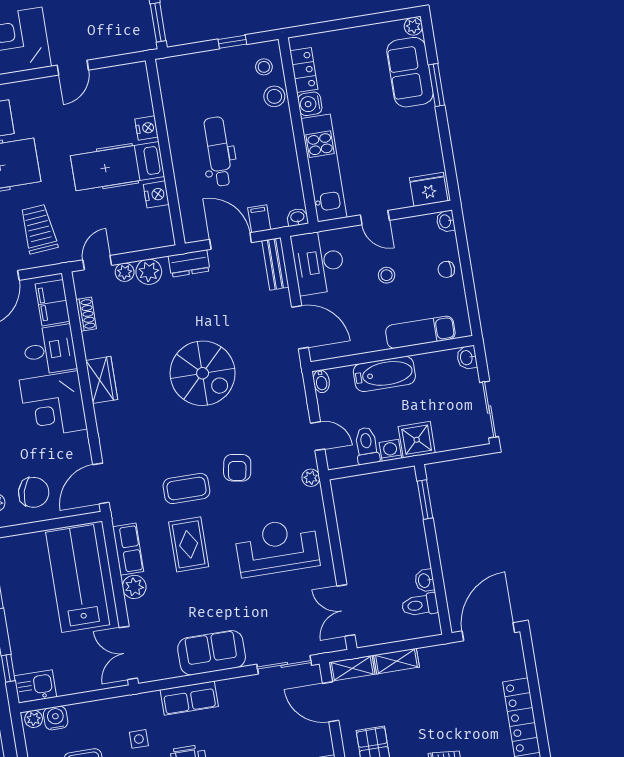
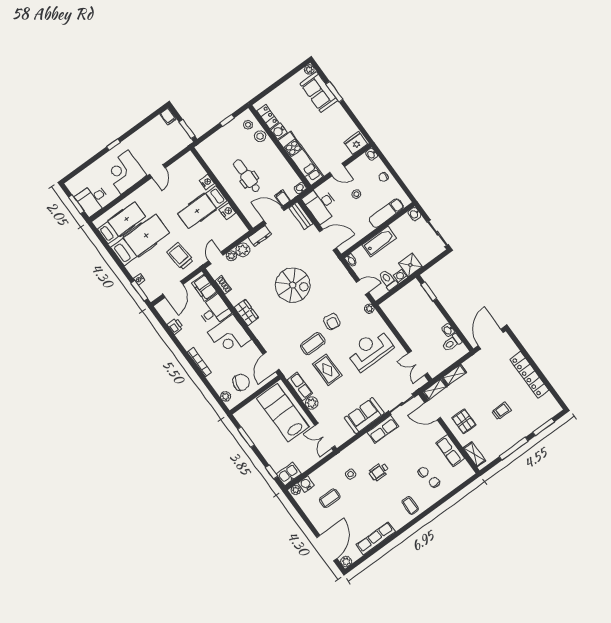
row of seats: (189, 698) -> (383, 429), moved

